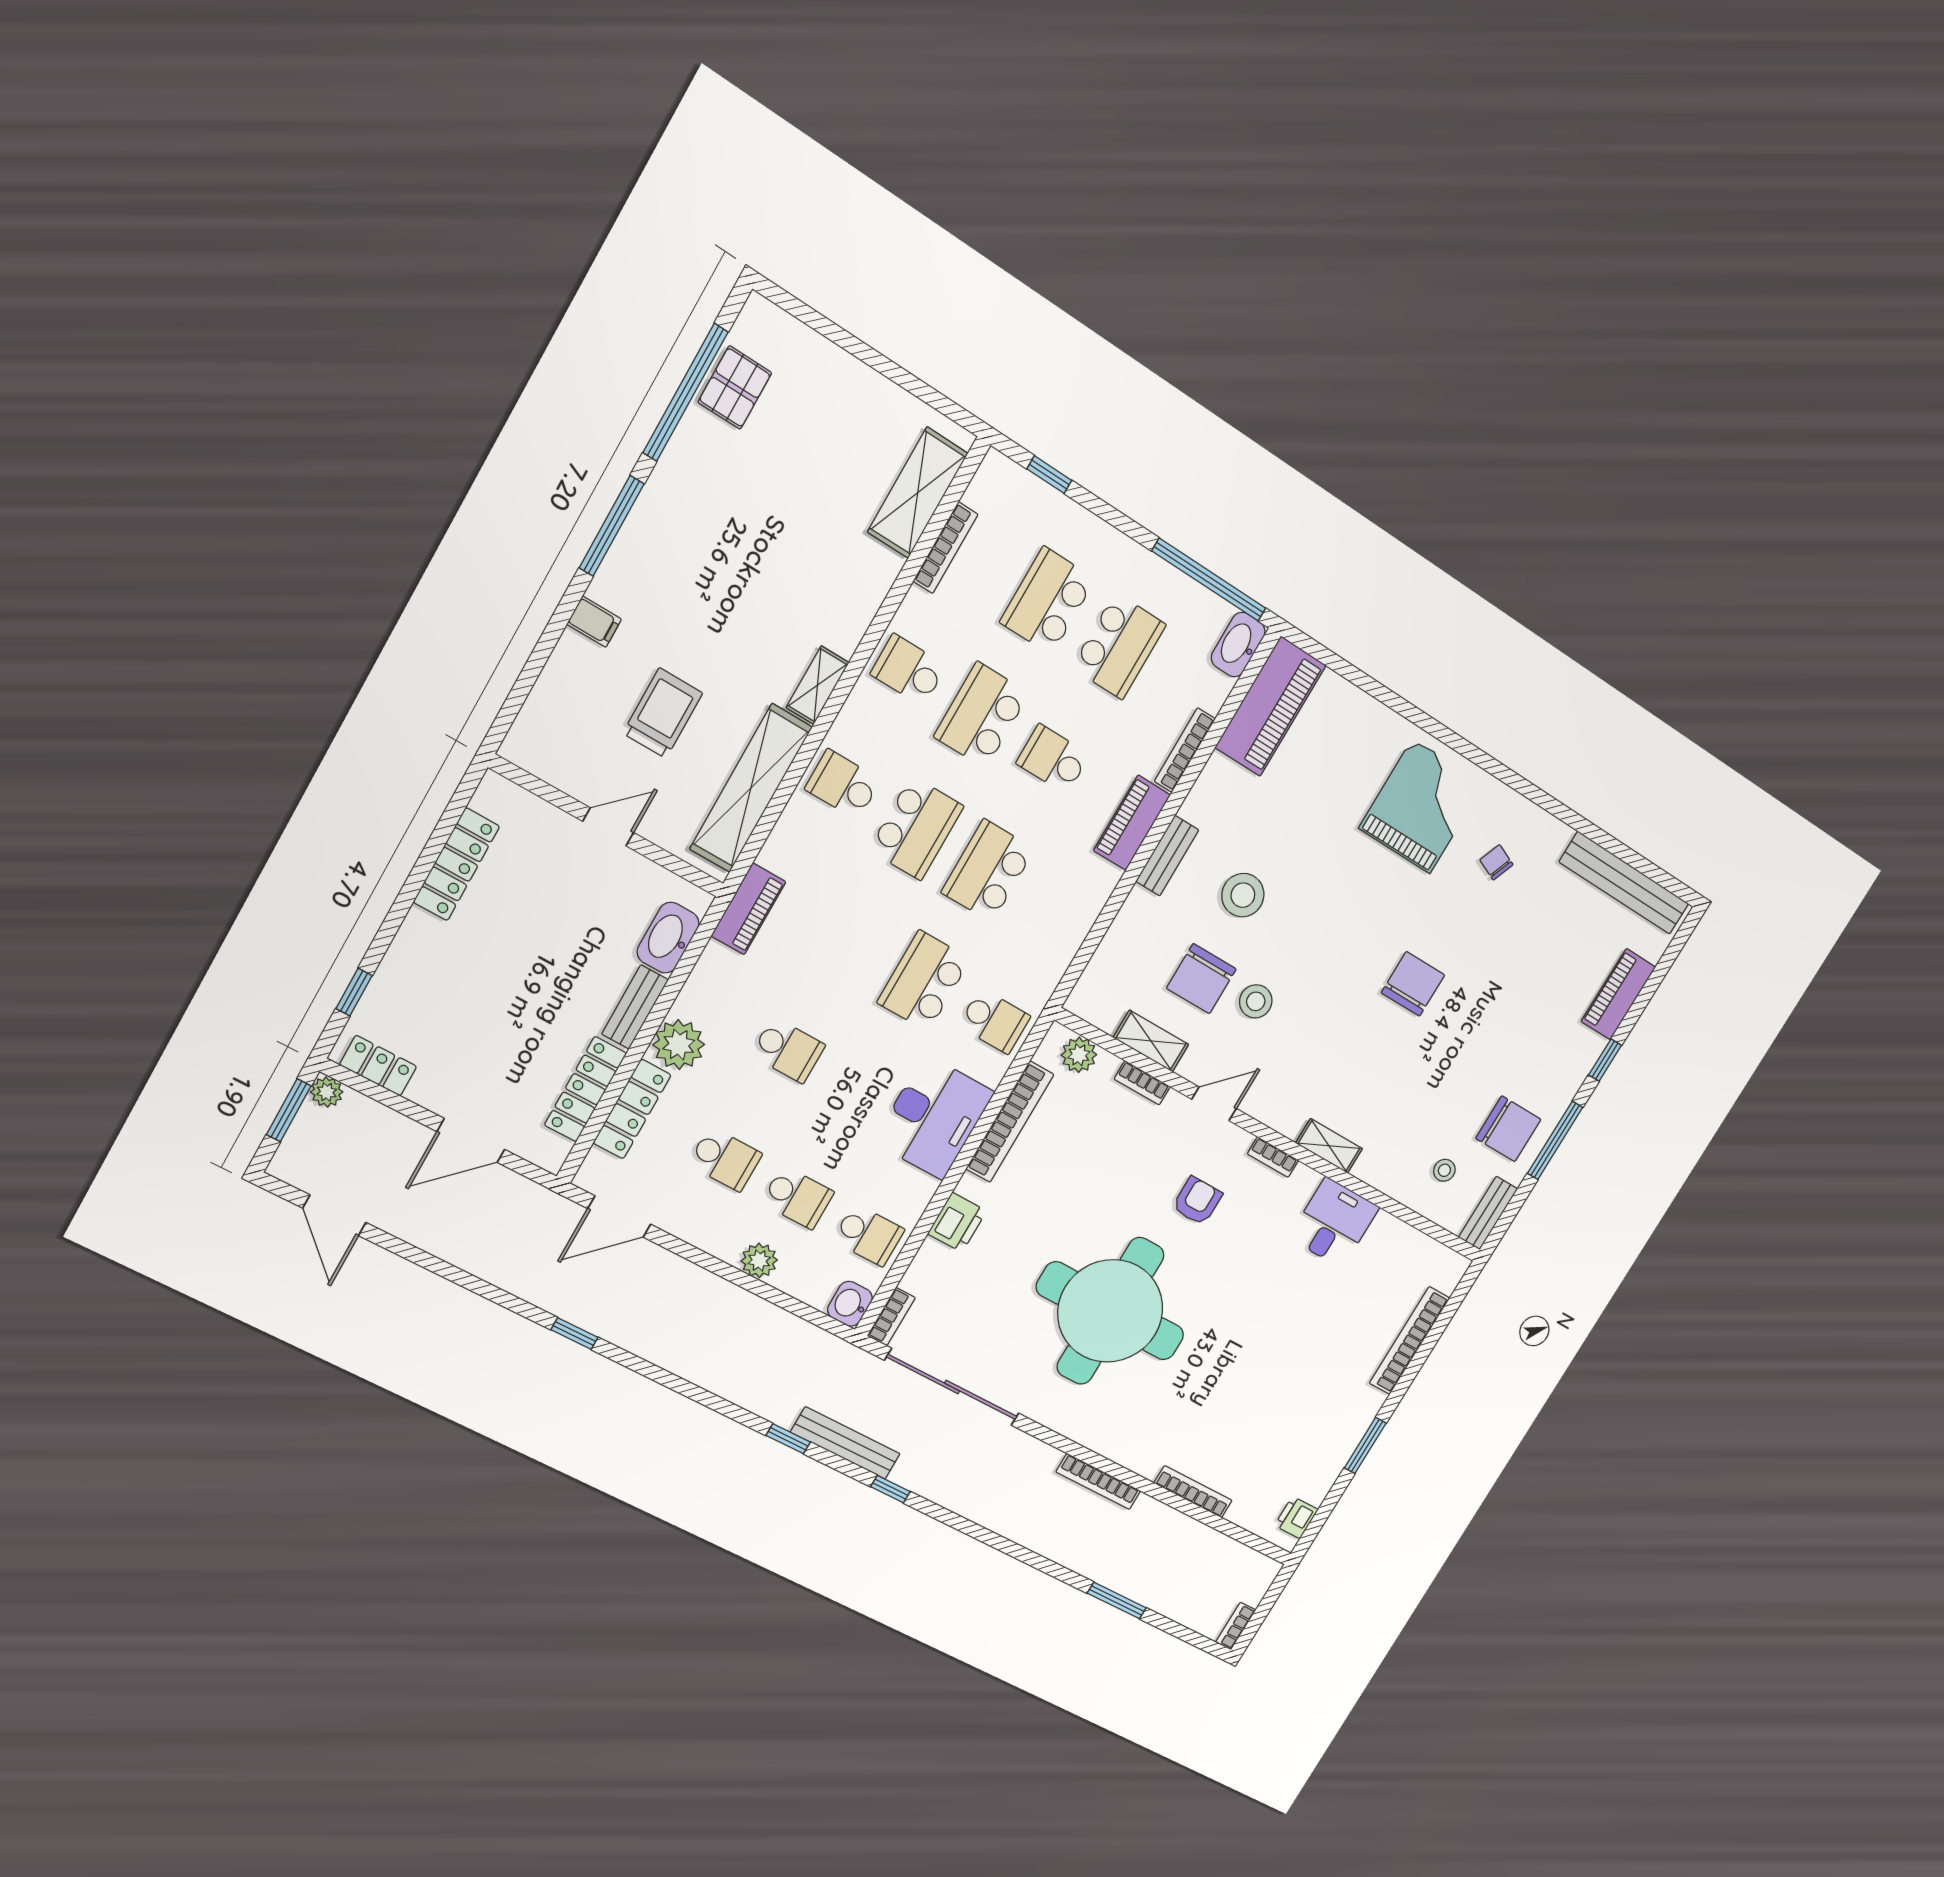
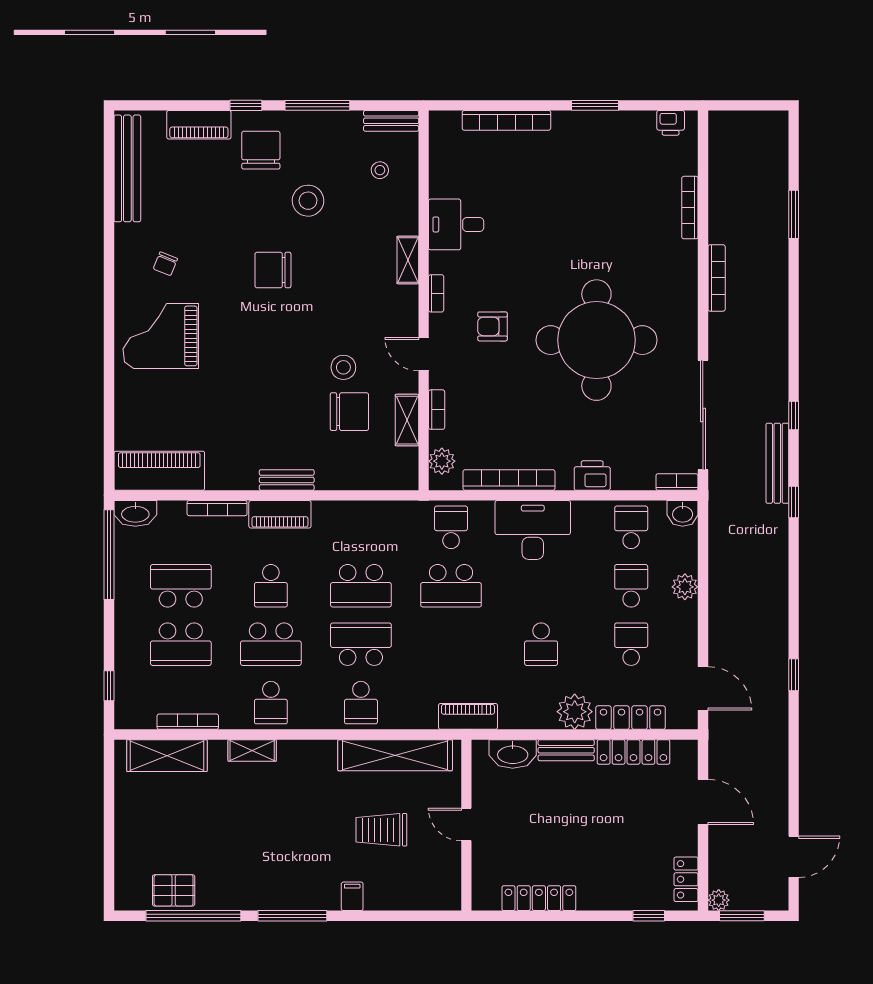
shelving: (817, 685) -> (252, 750), moved
stool: (1243, 895) -> (308, 201), moved
school desk: (788, 1050) -> (541, 644), turned 180
chair: (1508, 1129) -> (261, 150), moved
bookcase: (1236, 1626) -> (770, 118), removed

